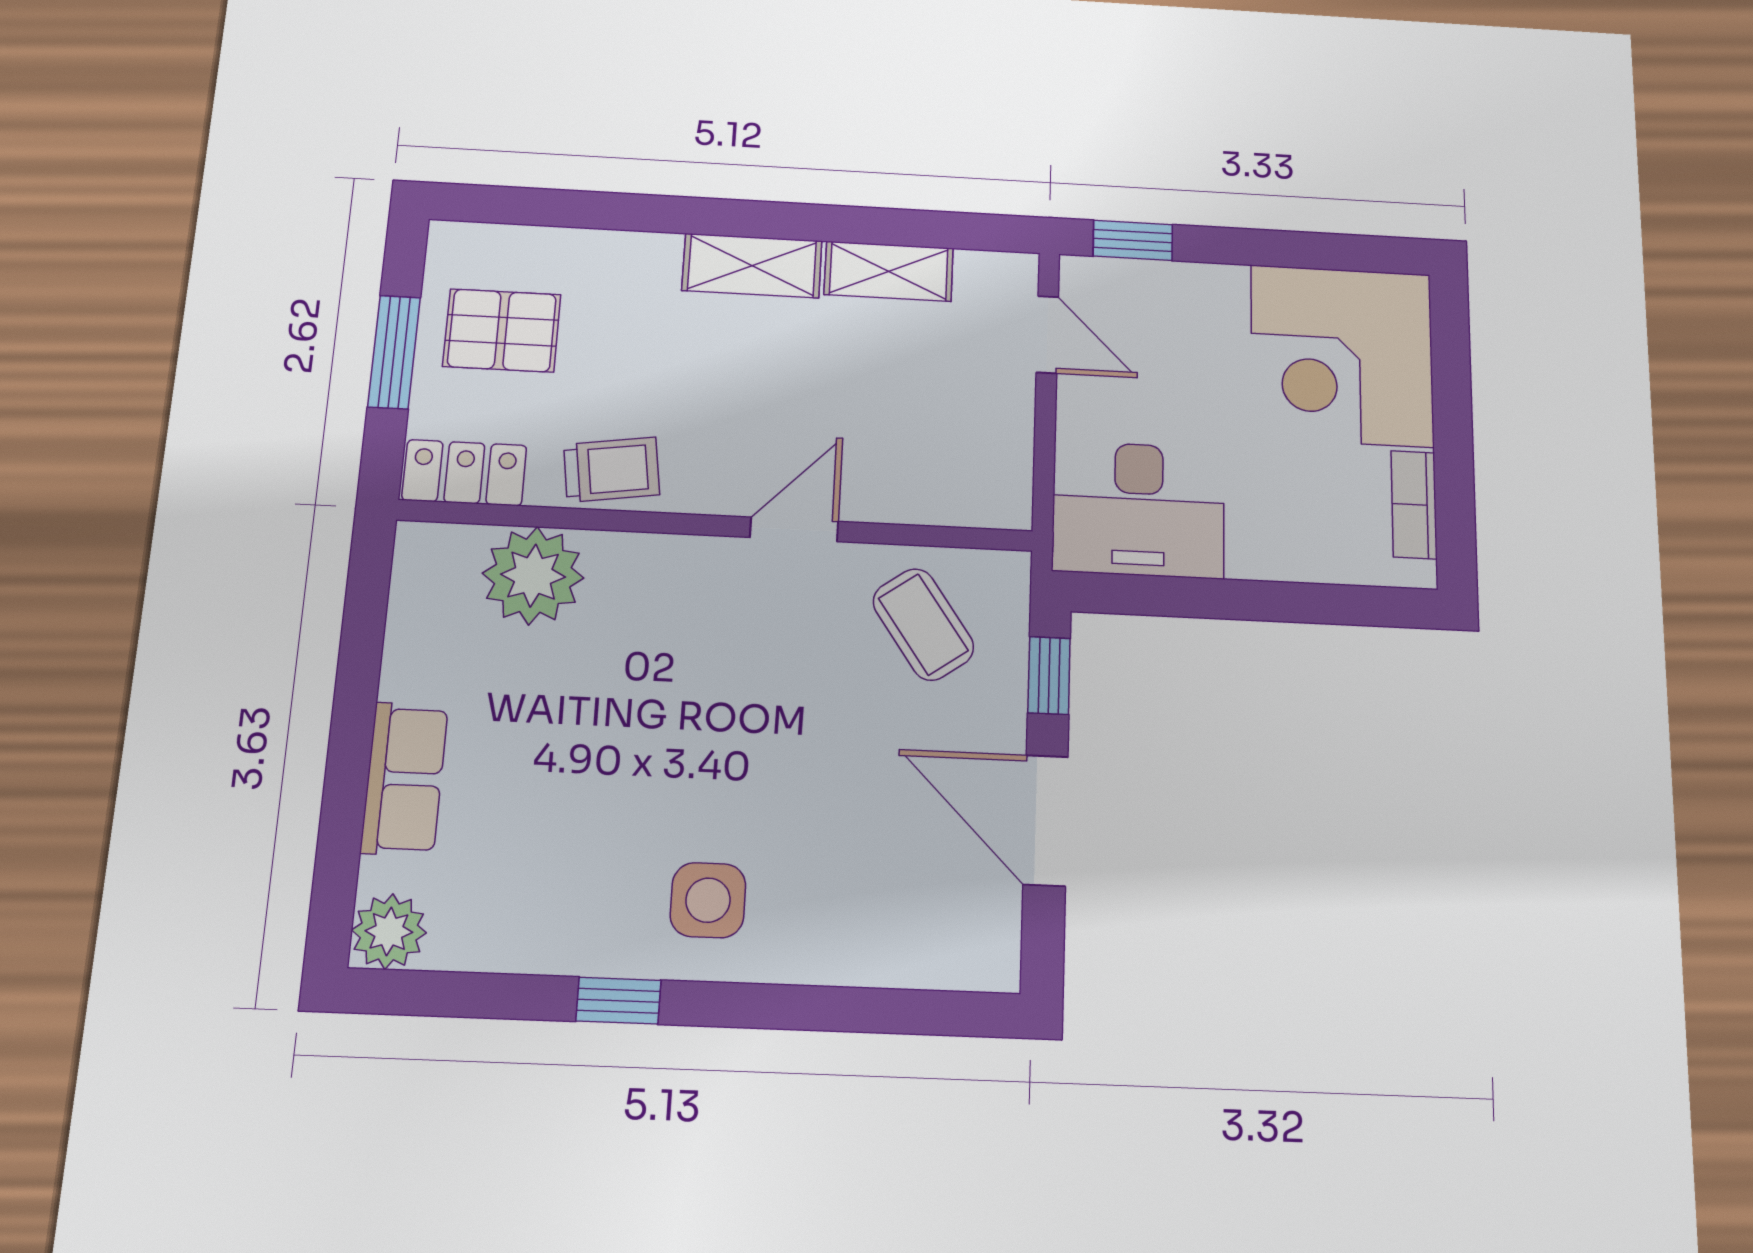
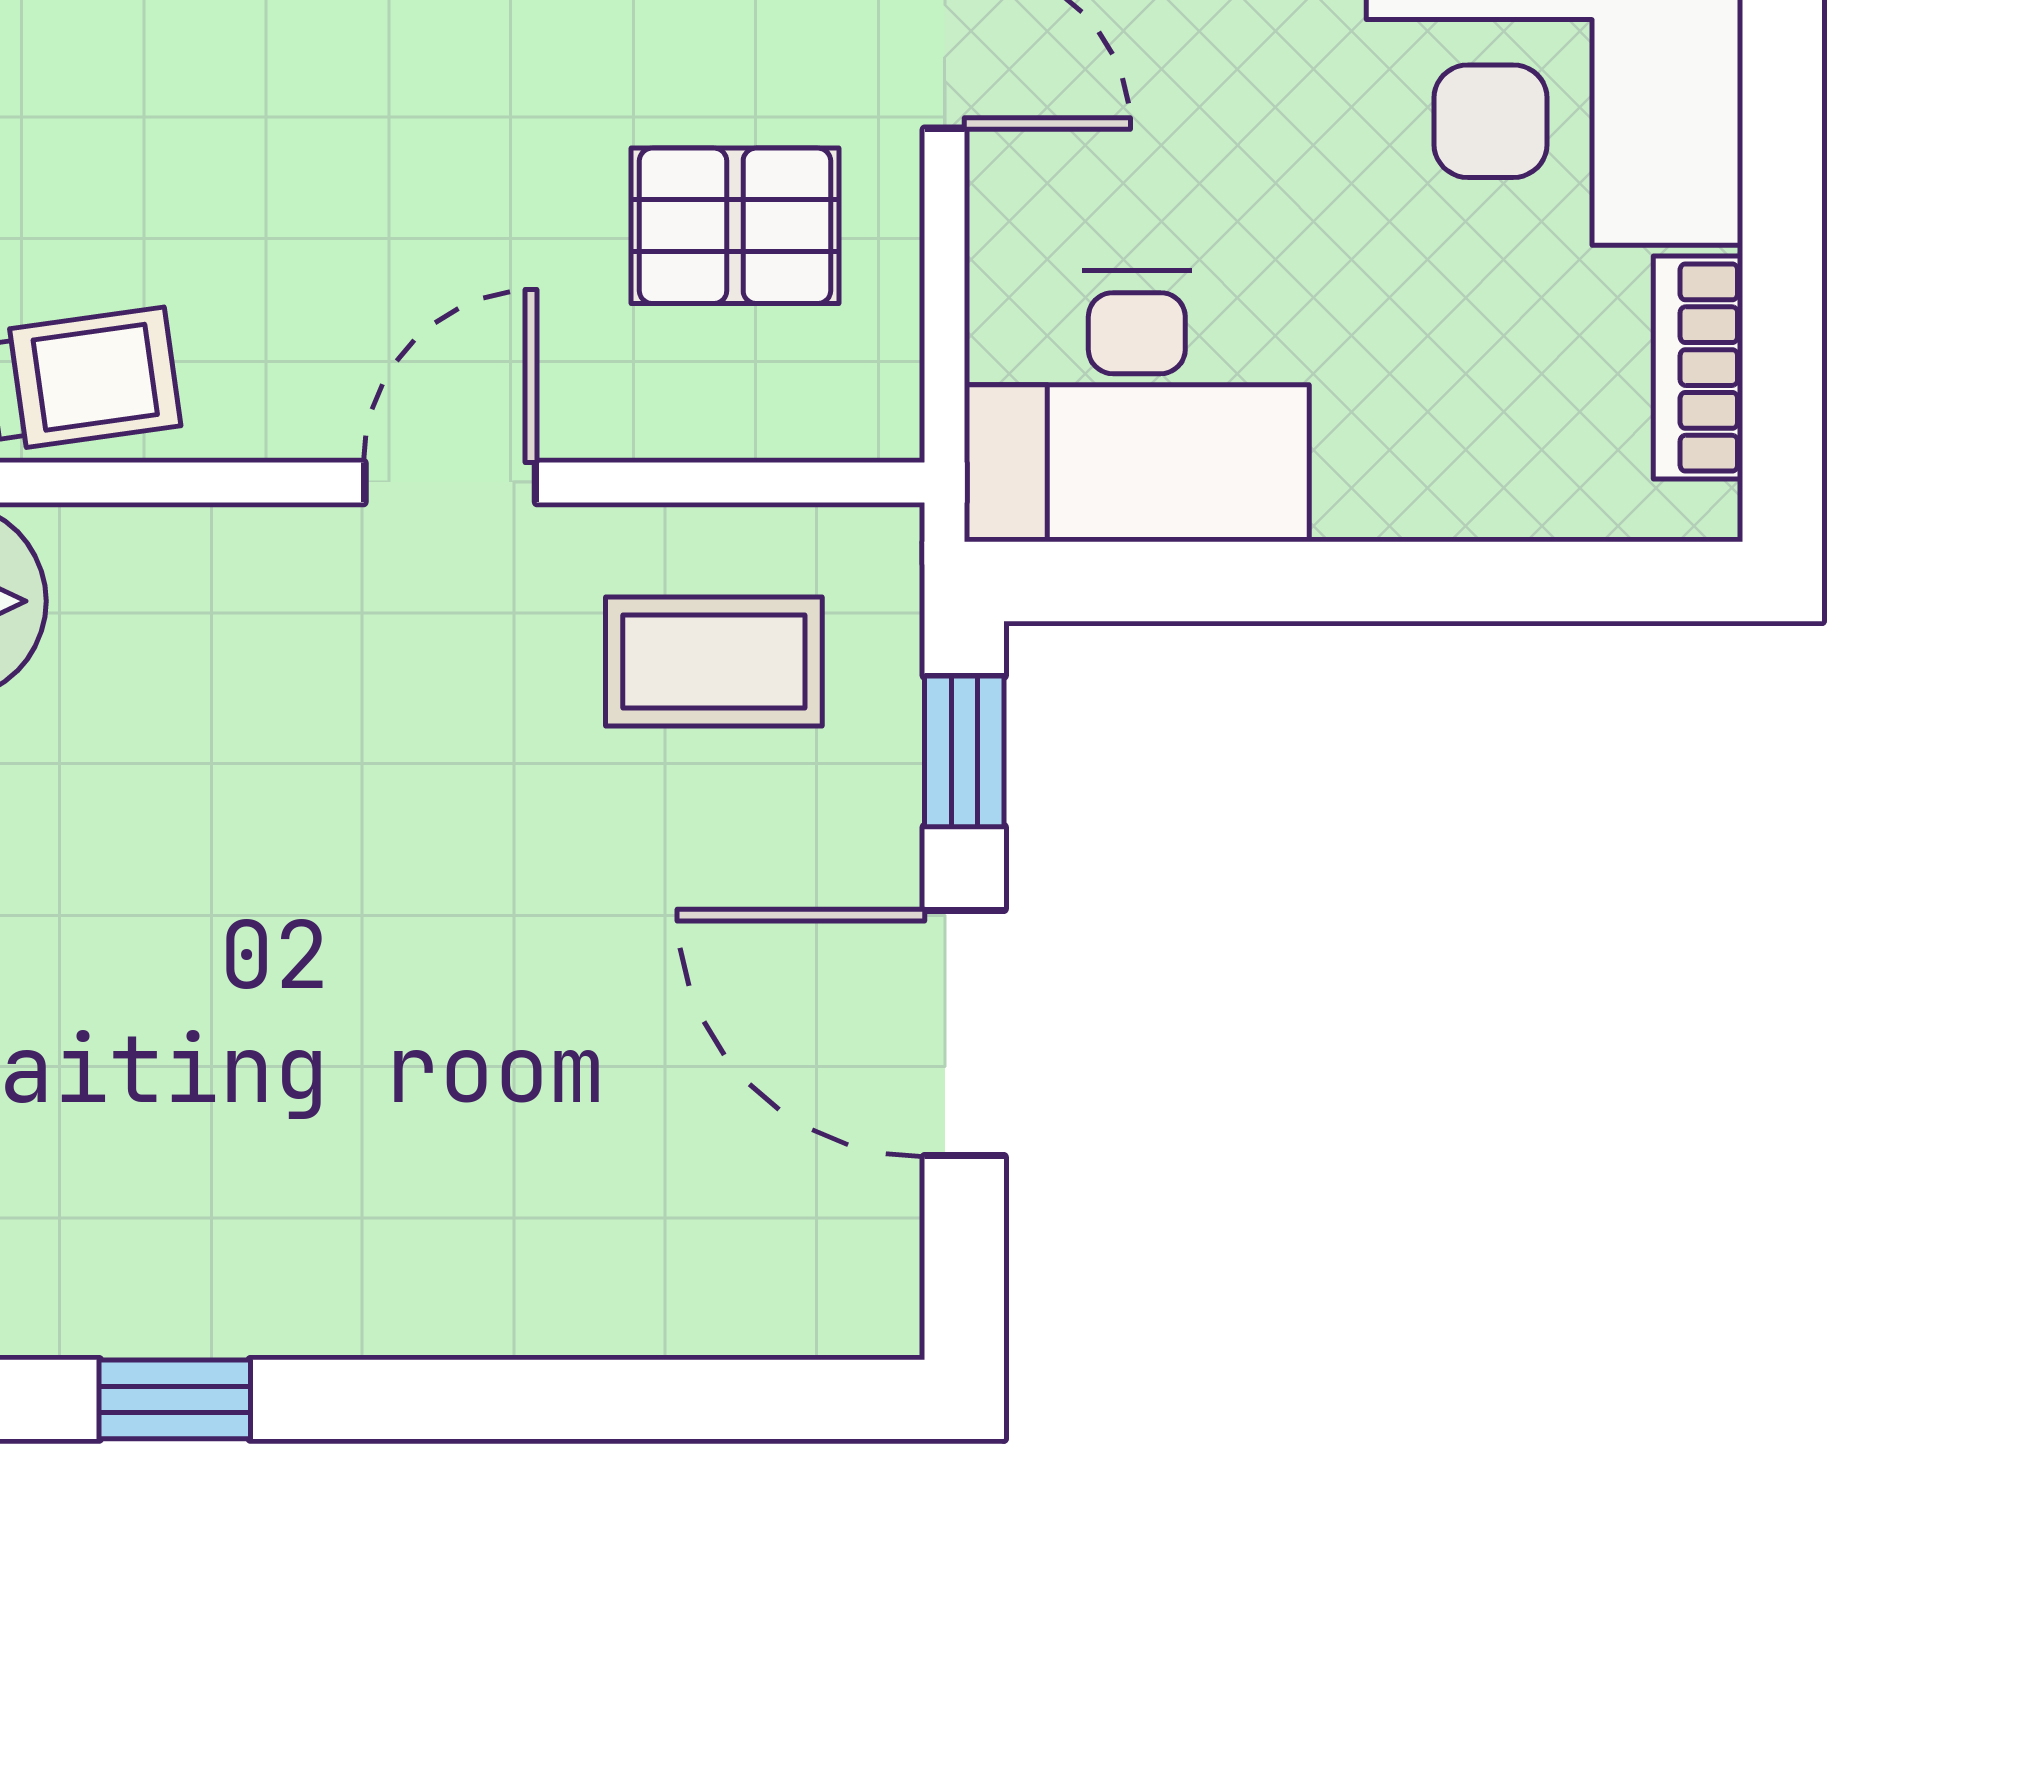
pallet: (942, 413) -> (735, 226), added
coffee table: (923, 624) -> (714, 662), turned -55
side table: (708, 900) -> (328, 1210), removed

